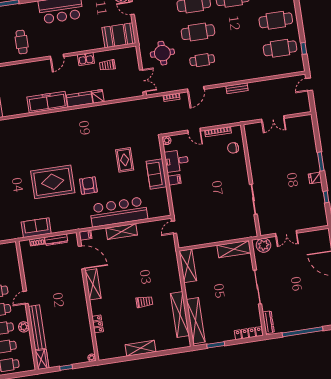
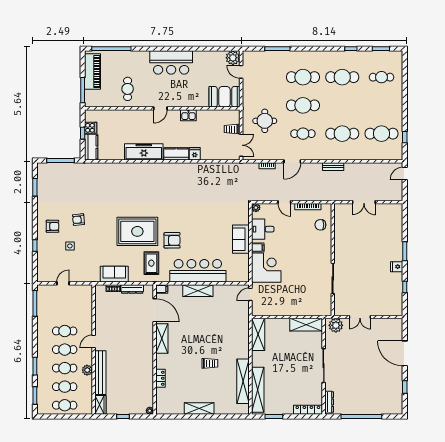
cafe table: (276, 20) -> (342, 134), moved
trolley: (107, 65) -> (232, 129), moved
rug: (125, 160) -> (151, 263), moved
armchair: (88, 185) -> (172, 240), turned 90
corner desk: (186, 199) -> (266, 268), added

